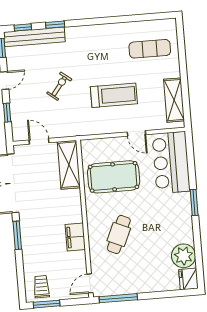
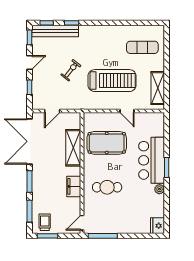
treadmill: (114, 95) -> (112, 81), width x1.37, depth x1.38
door: (39, 141) -> (52, 111), swing flipped
bar counter: (171, 162) -> (152, 160), moved
shelving: (69, 165) -> (73, 148), moved
cafe table: (119, 235) -> (107, 187), turned 66
plant: (184, 256) -> (159, 189), moved, width x0.53, depth x0.53
window: (20, 274) -> (29, 211), added

